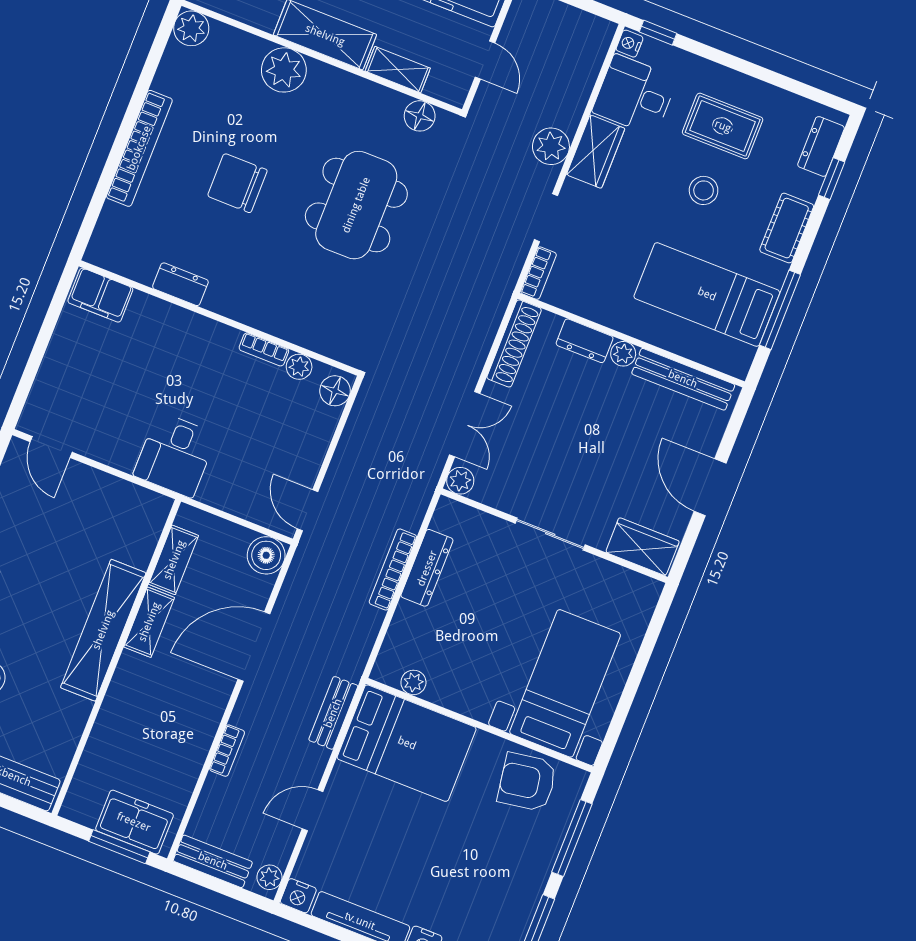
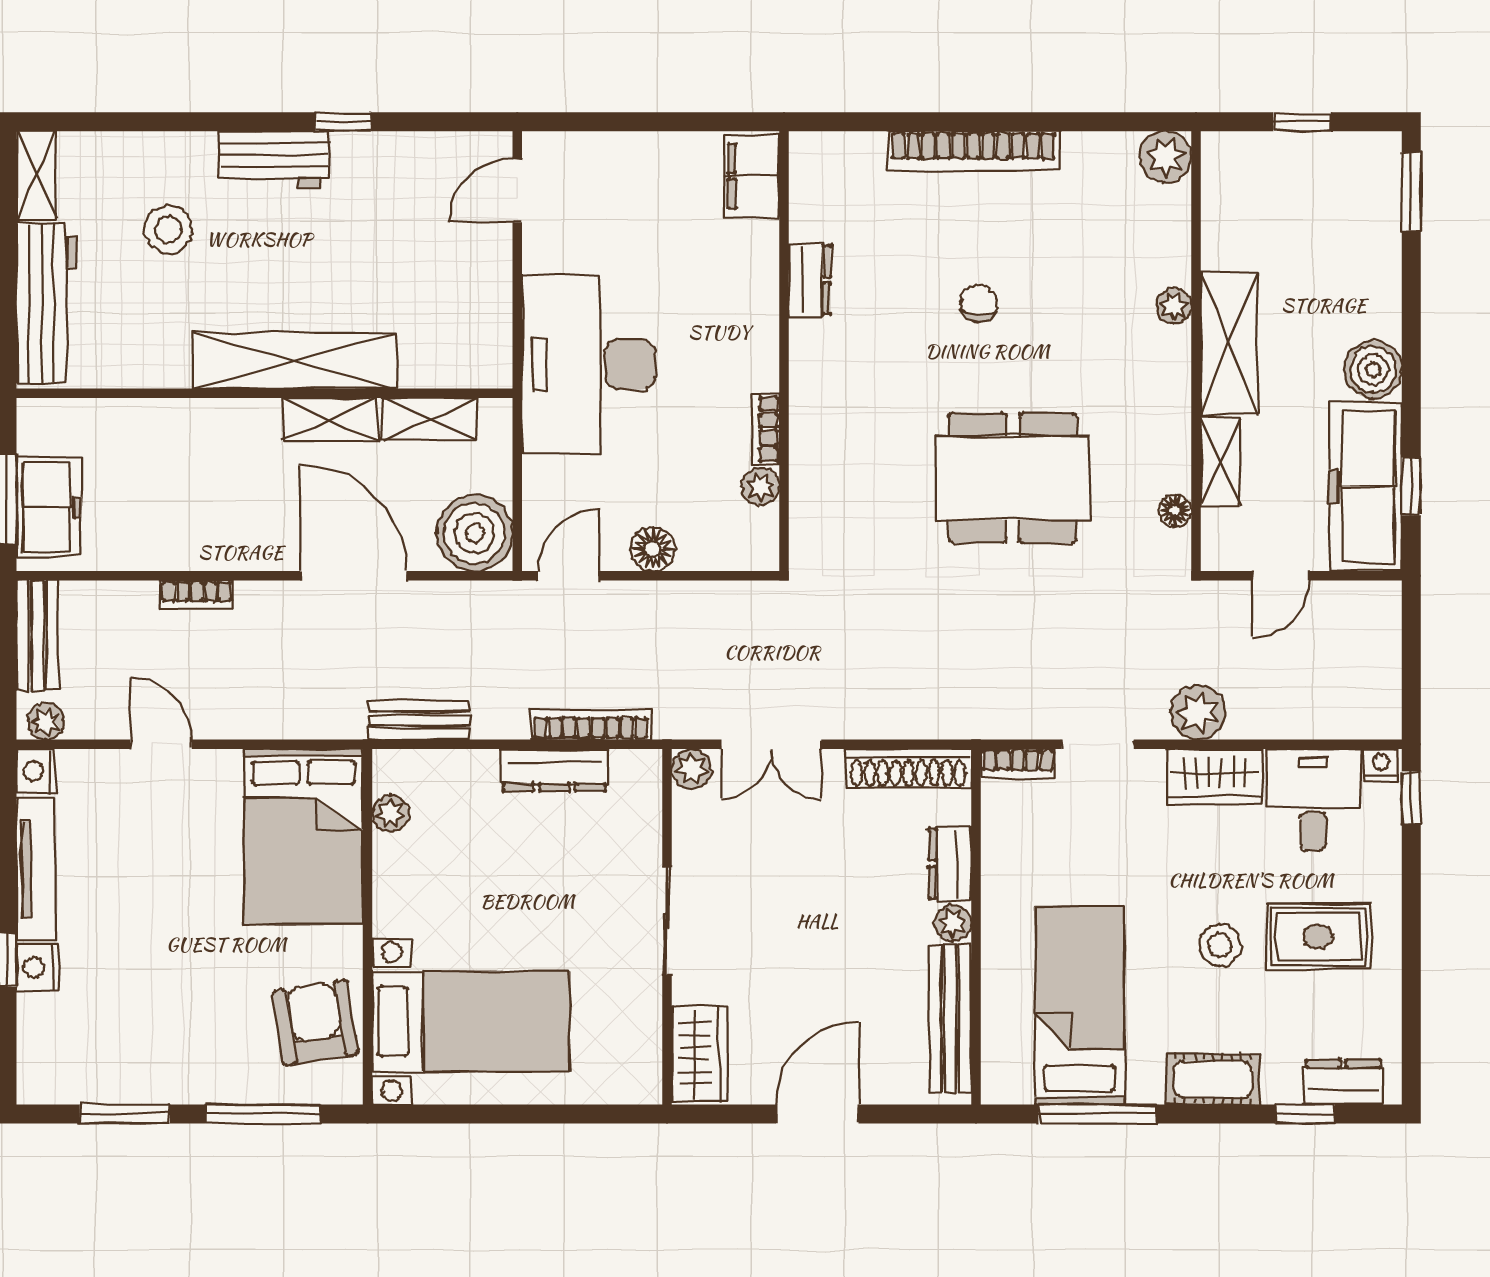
plant: (284, 70) -> (1174, 306), width x0.53, depth x0.53
floor lamp: (420, 116) -> (1175, 510), width x0.73, depth x0.73
rug: (723, 126) -> (1318, 936), turned 90
chair: (237, 183) -> (979, 303), width x0.54, depth x0.54
floor lamp: (335, 391) -> (653, 549), moved
desk: (175, 455) -> (589, 365), width x1.87, depth x1.30
boiler: (266, 555) -> (475, 533), width x1.37, depth x1.37
bookcase: (393, 569) -> (591, 724), moved
bench: (333, 713) -> (419, 720), moved

